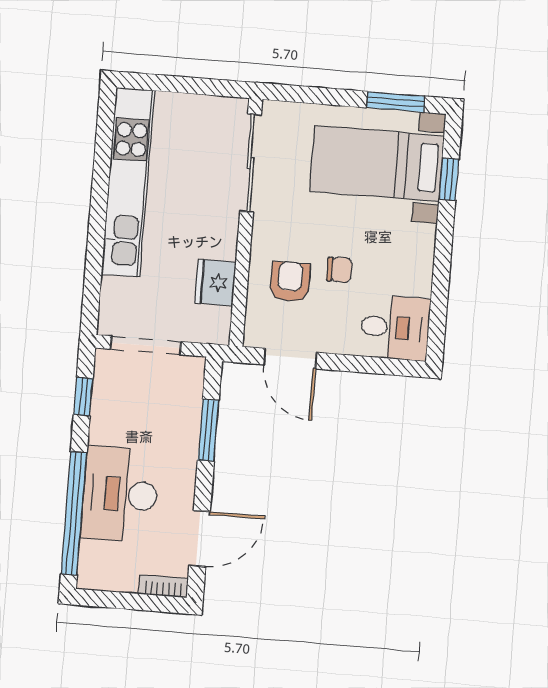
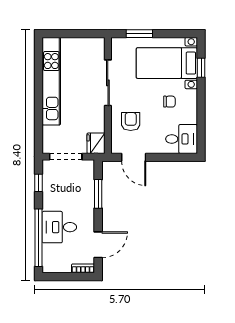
window: (396, 102) -> (139, 34), moved
sliding door: (251, 163) -> (108, 83), moved
chair: (339, 270) -> (169, 102), moved
fridge: (215, 283) -> (96, 143), moved
desk: (120, 494) -> (59, 227), width x0.73

